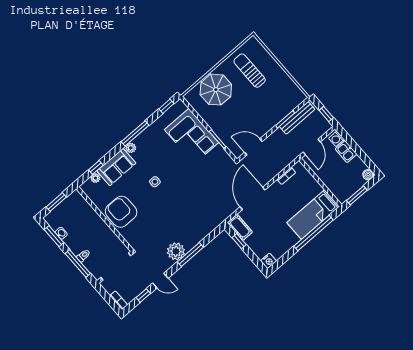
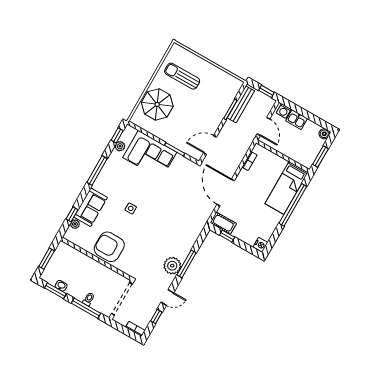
plant: (131, 148) -> (120, 146), moved

